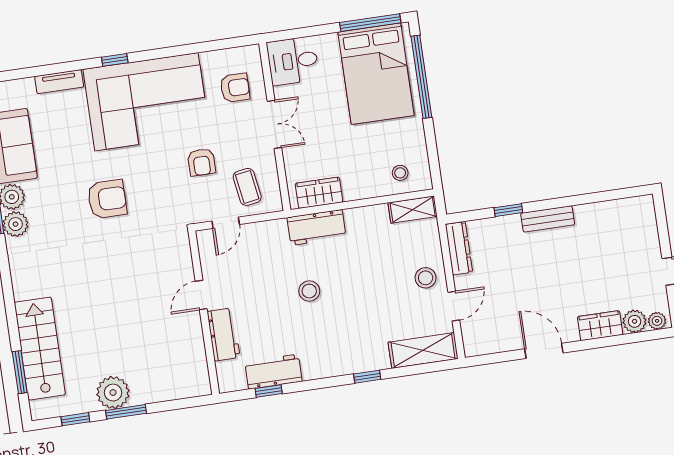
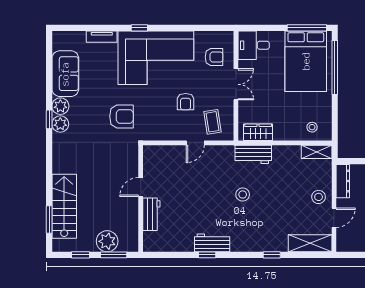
door: (201, 295) -> (141, 187), moved
wall: (204, 313) -> (141, 199), moved
workbench: (224, 334) -> (151, 214), moved

